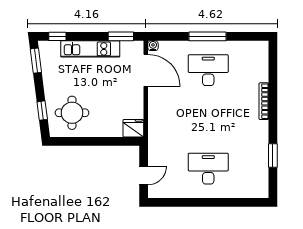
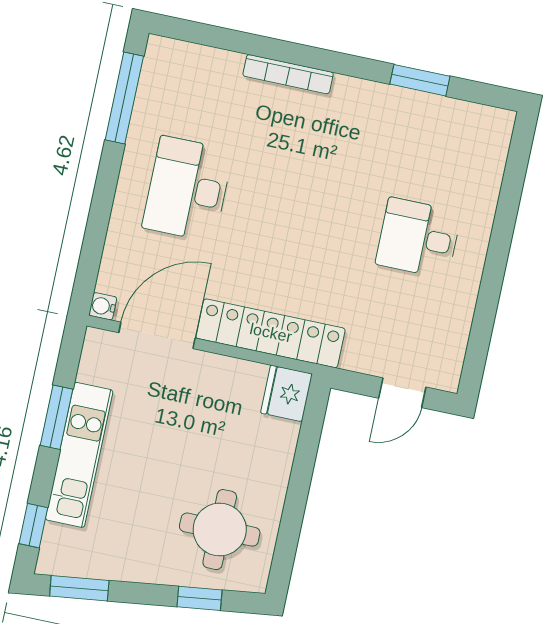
window: (121, 36) -> (56, 417), moved
window: (207, 36) -> (124, 98), moved
locker: (156, 117) -> (271, 333), added
desk: (208, 169) -> (418, 238), width x0.73
door: (144, 175) -> (402, 393), swing flipped

